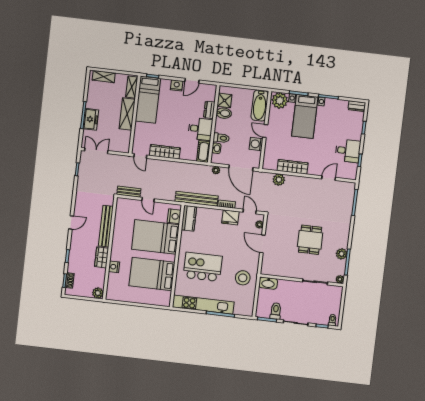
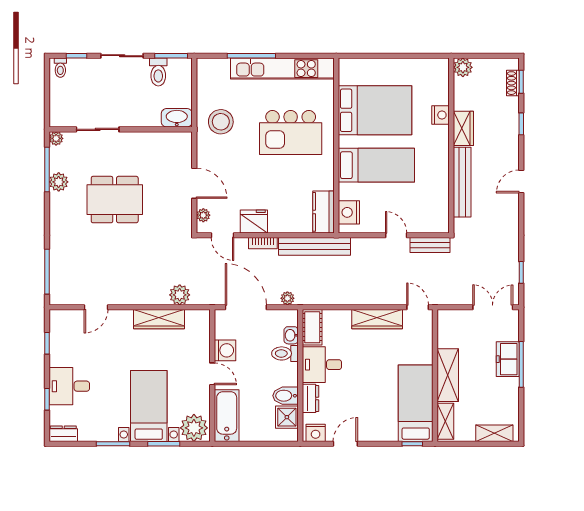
nightstand: (177, 85) -> (316, 433), moved
double door: (96, 151) -> (493, 307), swing flipped
desk: (348, 151) -> (69, 386), moved
bed: (155, 237) -> (376, 165), width x0.67
dining table: (310, 240) -> (115, 200), width x1.37

